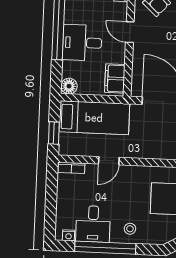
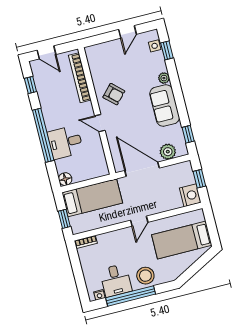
filing cabinet: (115, 78) -> (99, 163), removed
door: (109, 161) -> (139, 221), moved
stool: (130, 229) -> (145, 276), width x1.89, depth x1.89

